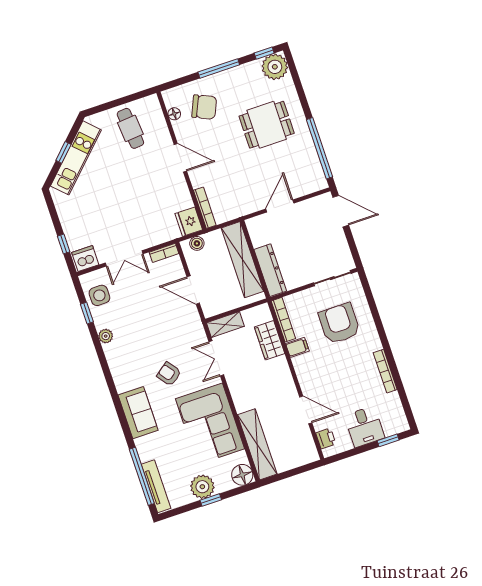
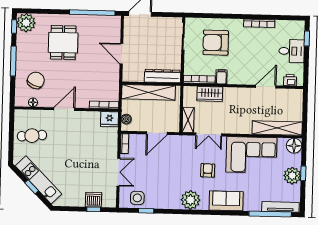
dishwasher: (85, 259) -> (94, 200), moved, turned 90
plant: (106, 336) -> (190, 200), moved, width x1.88, depth x1.88
armchair: (169, 374) -> (208, 170), turned 128

